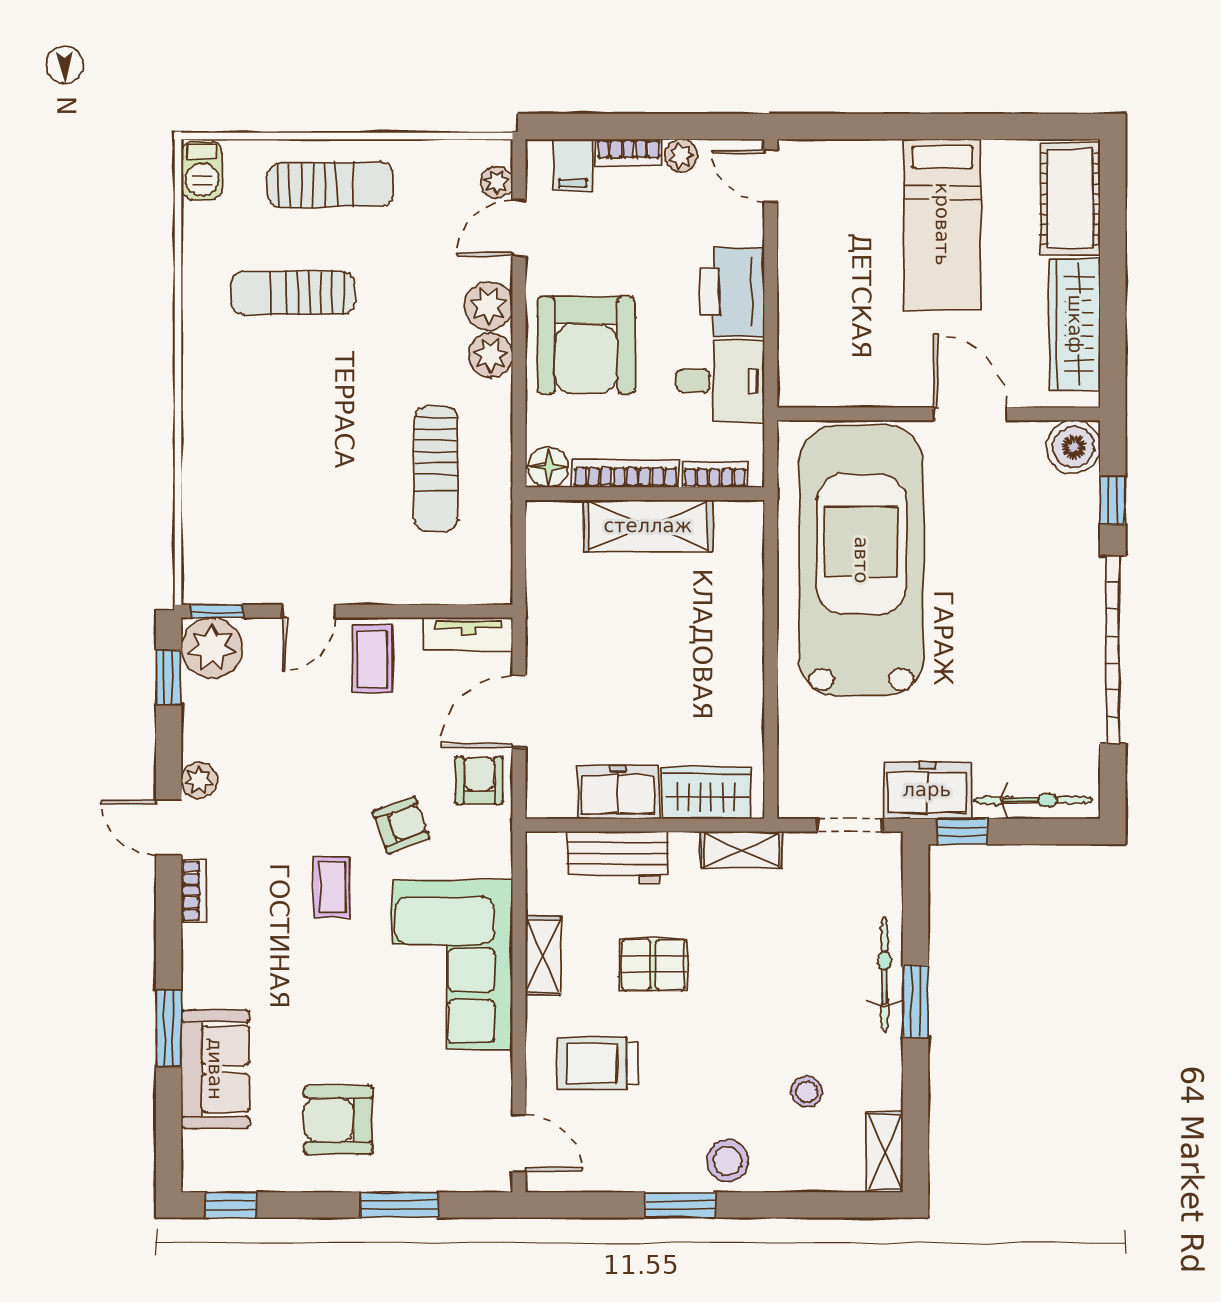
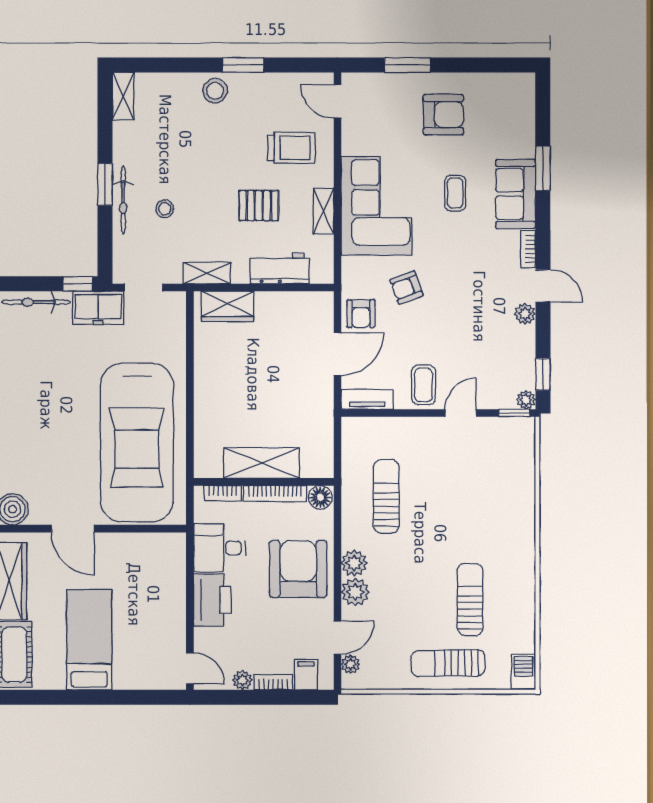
sun lounger: (293, 293) -> (470, 599), turned -90
plant: (212, 648) -> (526, 400), width x0.53, depth x0.53
freezer: (618, 792) -> (280, 307), removed
coffee table: (332, 887) -> (455, 193), moved
sofa: (215, 1069) -> (516, 194), moved
stool: (807, 1092) -> (165, 209), moved
window: (231, 1205) -> (506, 65), removed

